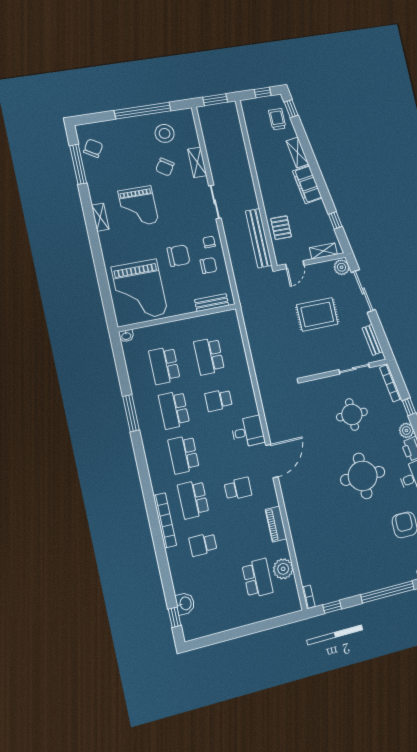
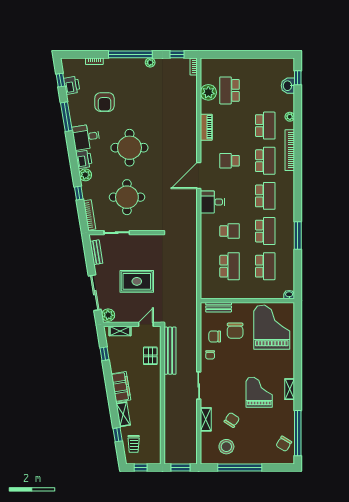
window: (291, 109) -> (118, 435), moved
window: (78, 164) -> (298, 433), width x1.46
chair: (179, 256) -> (235, 331), moved, turned -90
round table: (352, 415) -> (127, 197), width x1.36, depth x1.36
school desk: (203, 544) -> (265, 126), width x1.85
plant: (174, 564) -> (290, 117), added
plant: (362, 588) -> (150, 62), added

